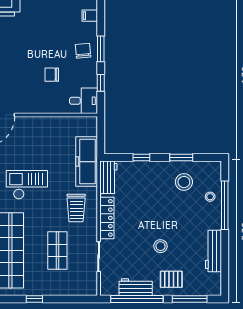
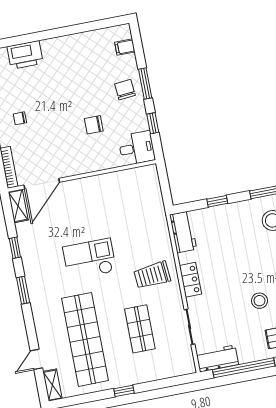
freezer: (87, 162) -> (154, 218), removed
trolley: (76, 208) -> (152, 275), turned 85
locker: (107, 218) -> (190, 280), width x0.66
workbench: (136, 287) -> (217, 358), moved

